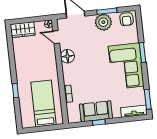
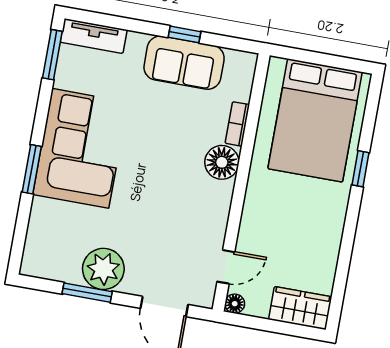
armchair: (127, 19) -> (46, 260), removed
door: (56, 37) -> (226, 267), hinge flipped
floor lamp: (67, 56) -> (222, 162), moved
bed: (44, 103) -> (315, 120), width x1.50

